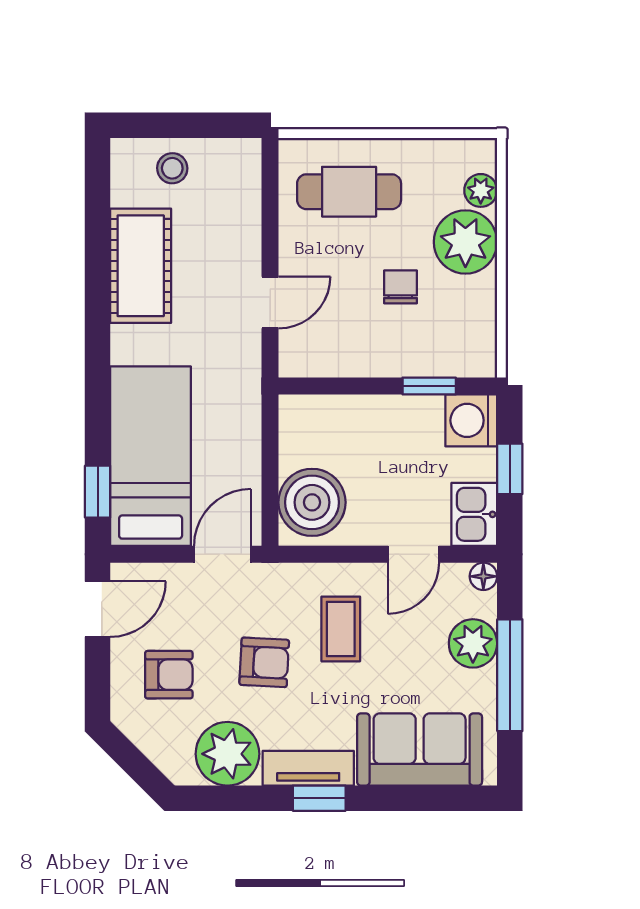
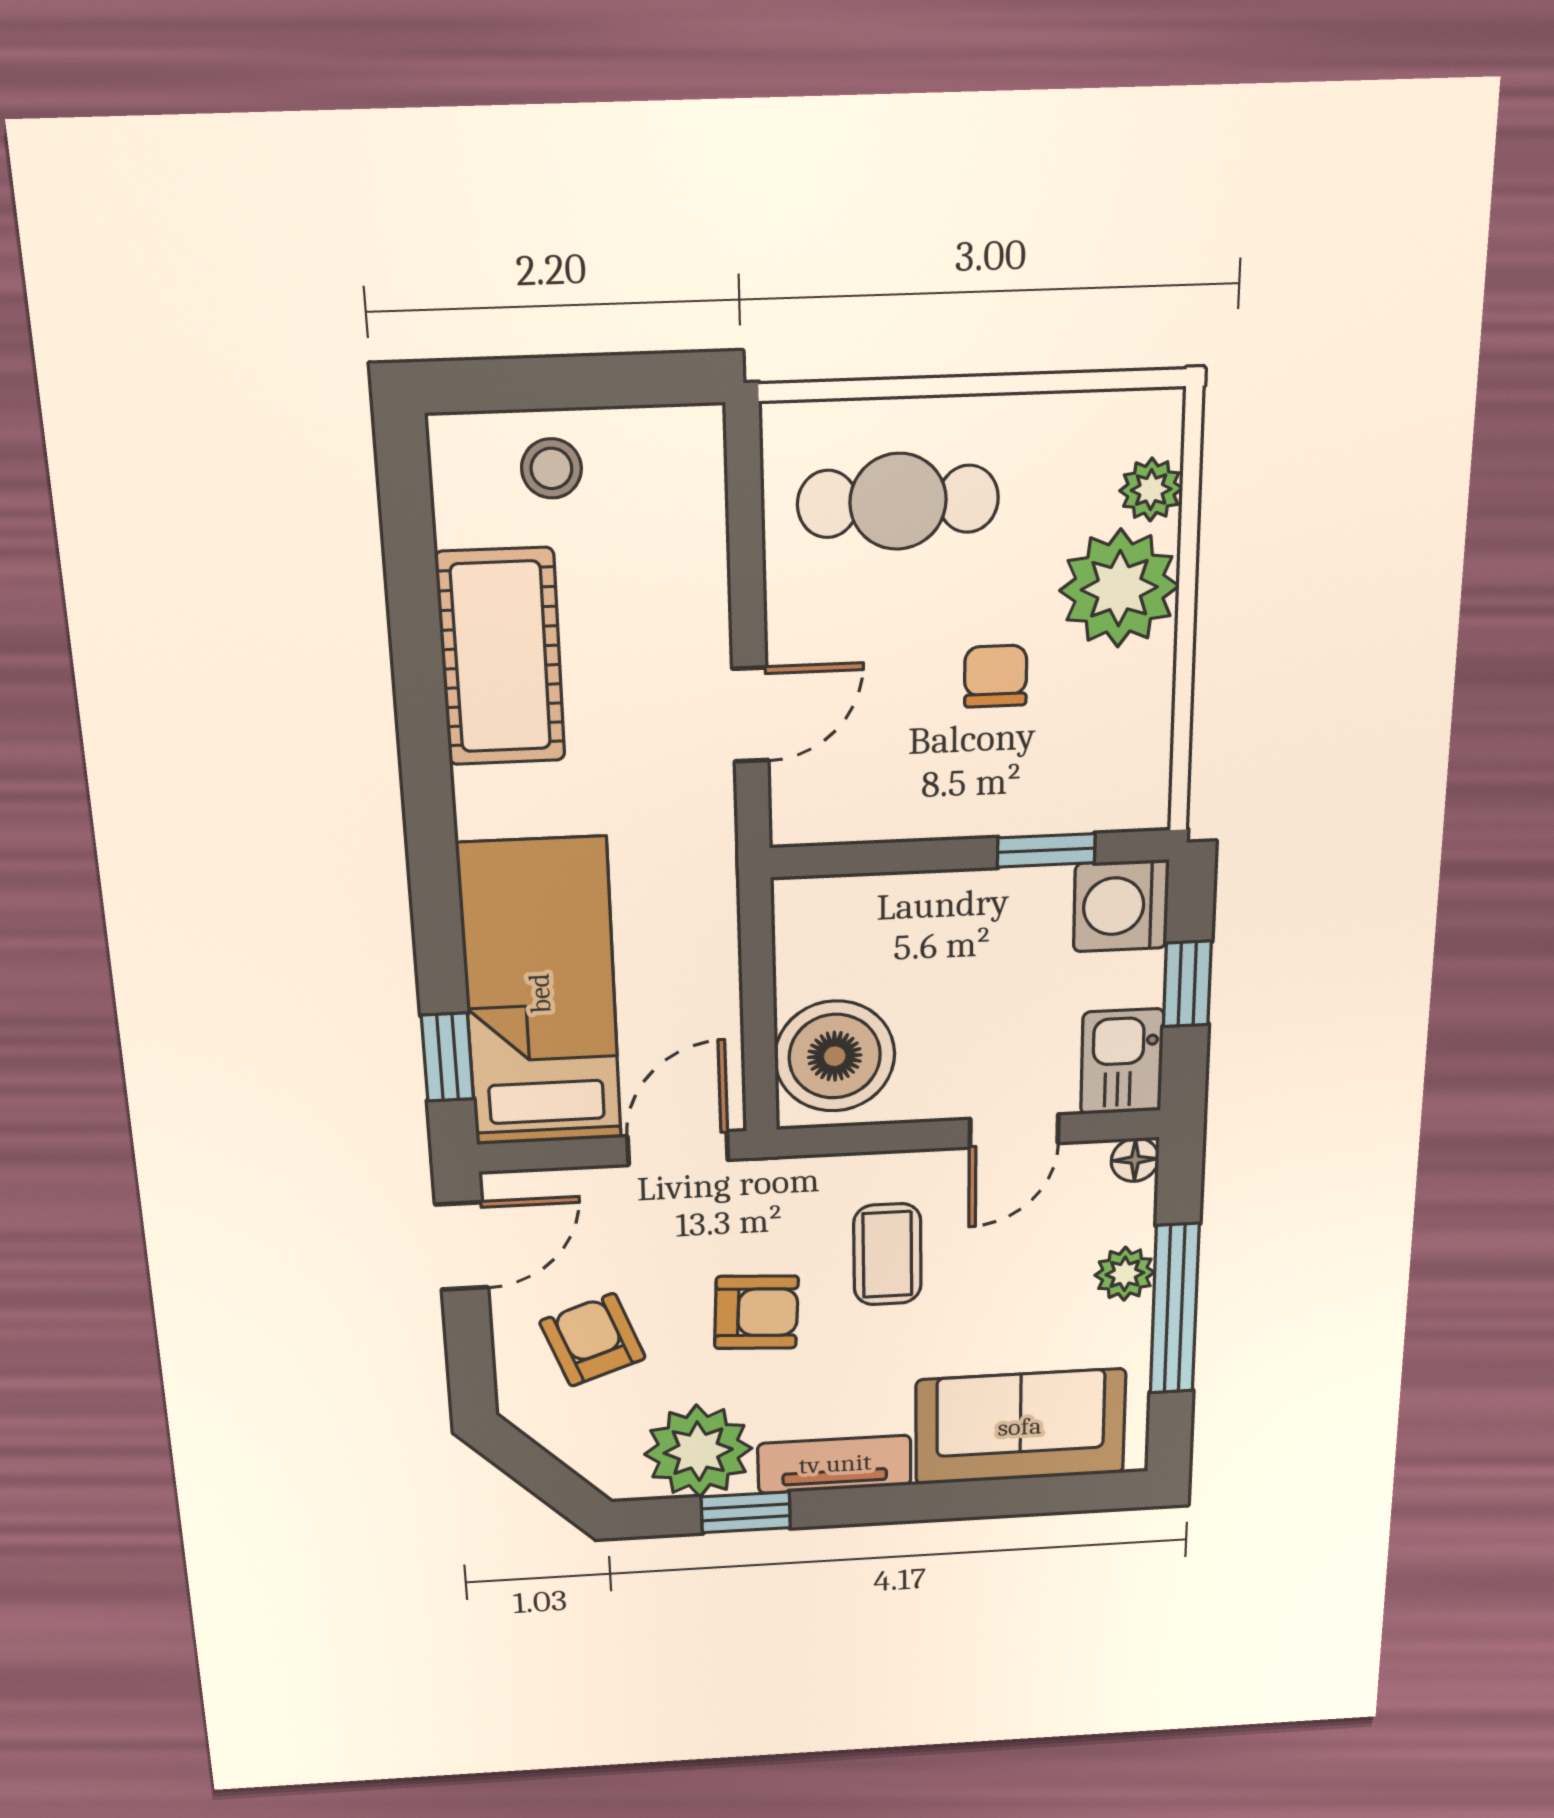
plant: (473, 643) -> (1125, 1274), width x0.73, depth x0.73
armchair: (169, 675) -> (593, 1340), turned -110
window: (319, 798) -> (746, 1512), moved

